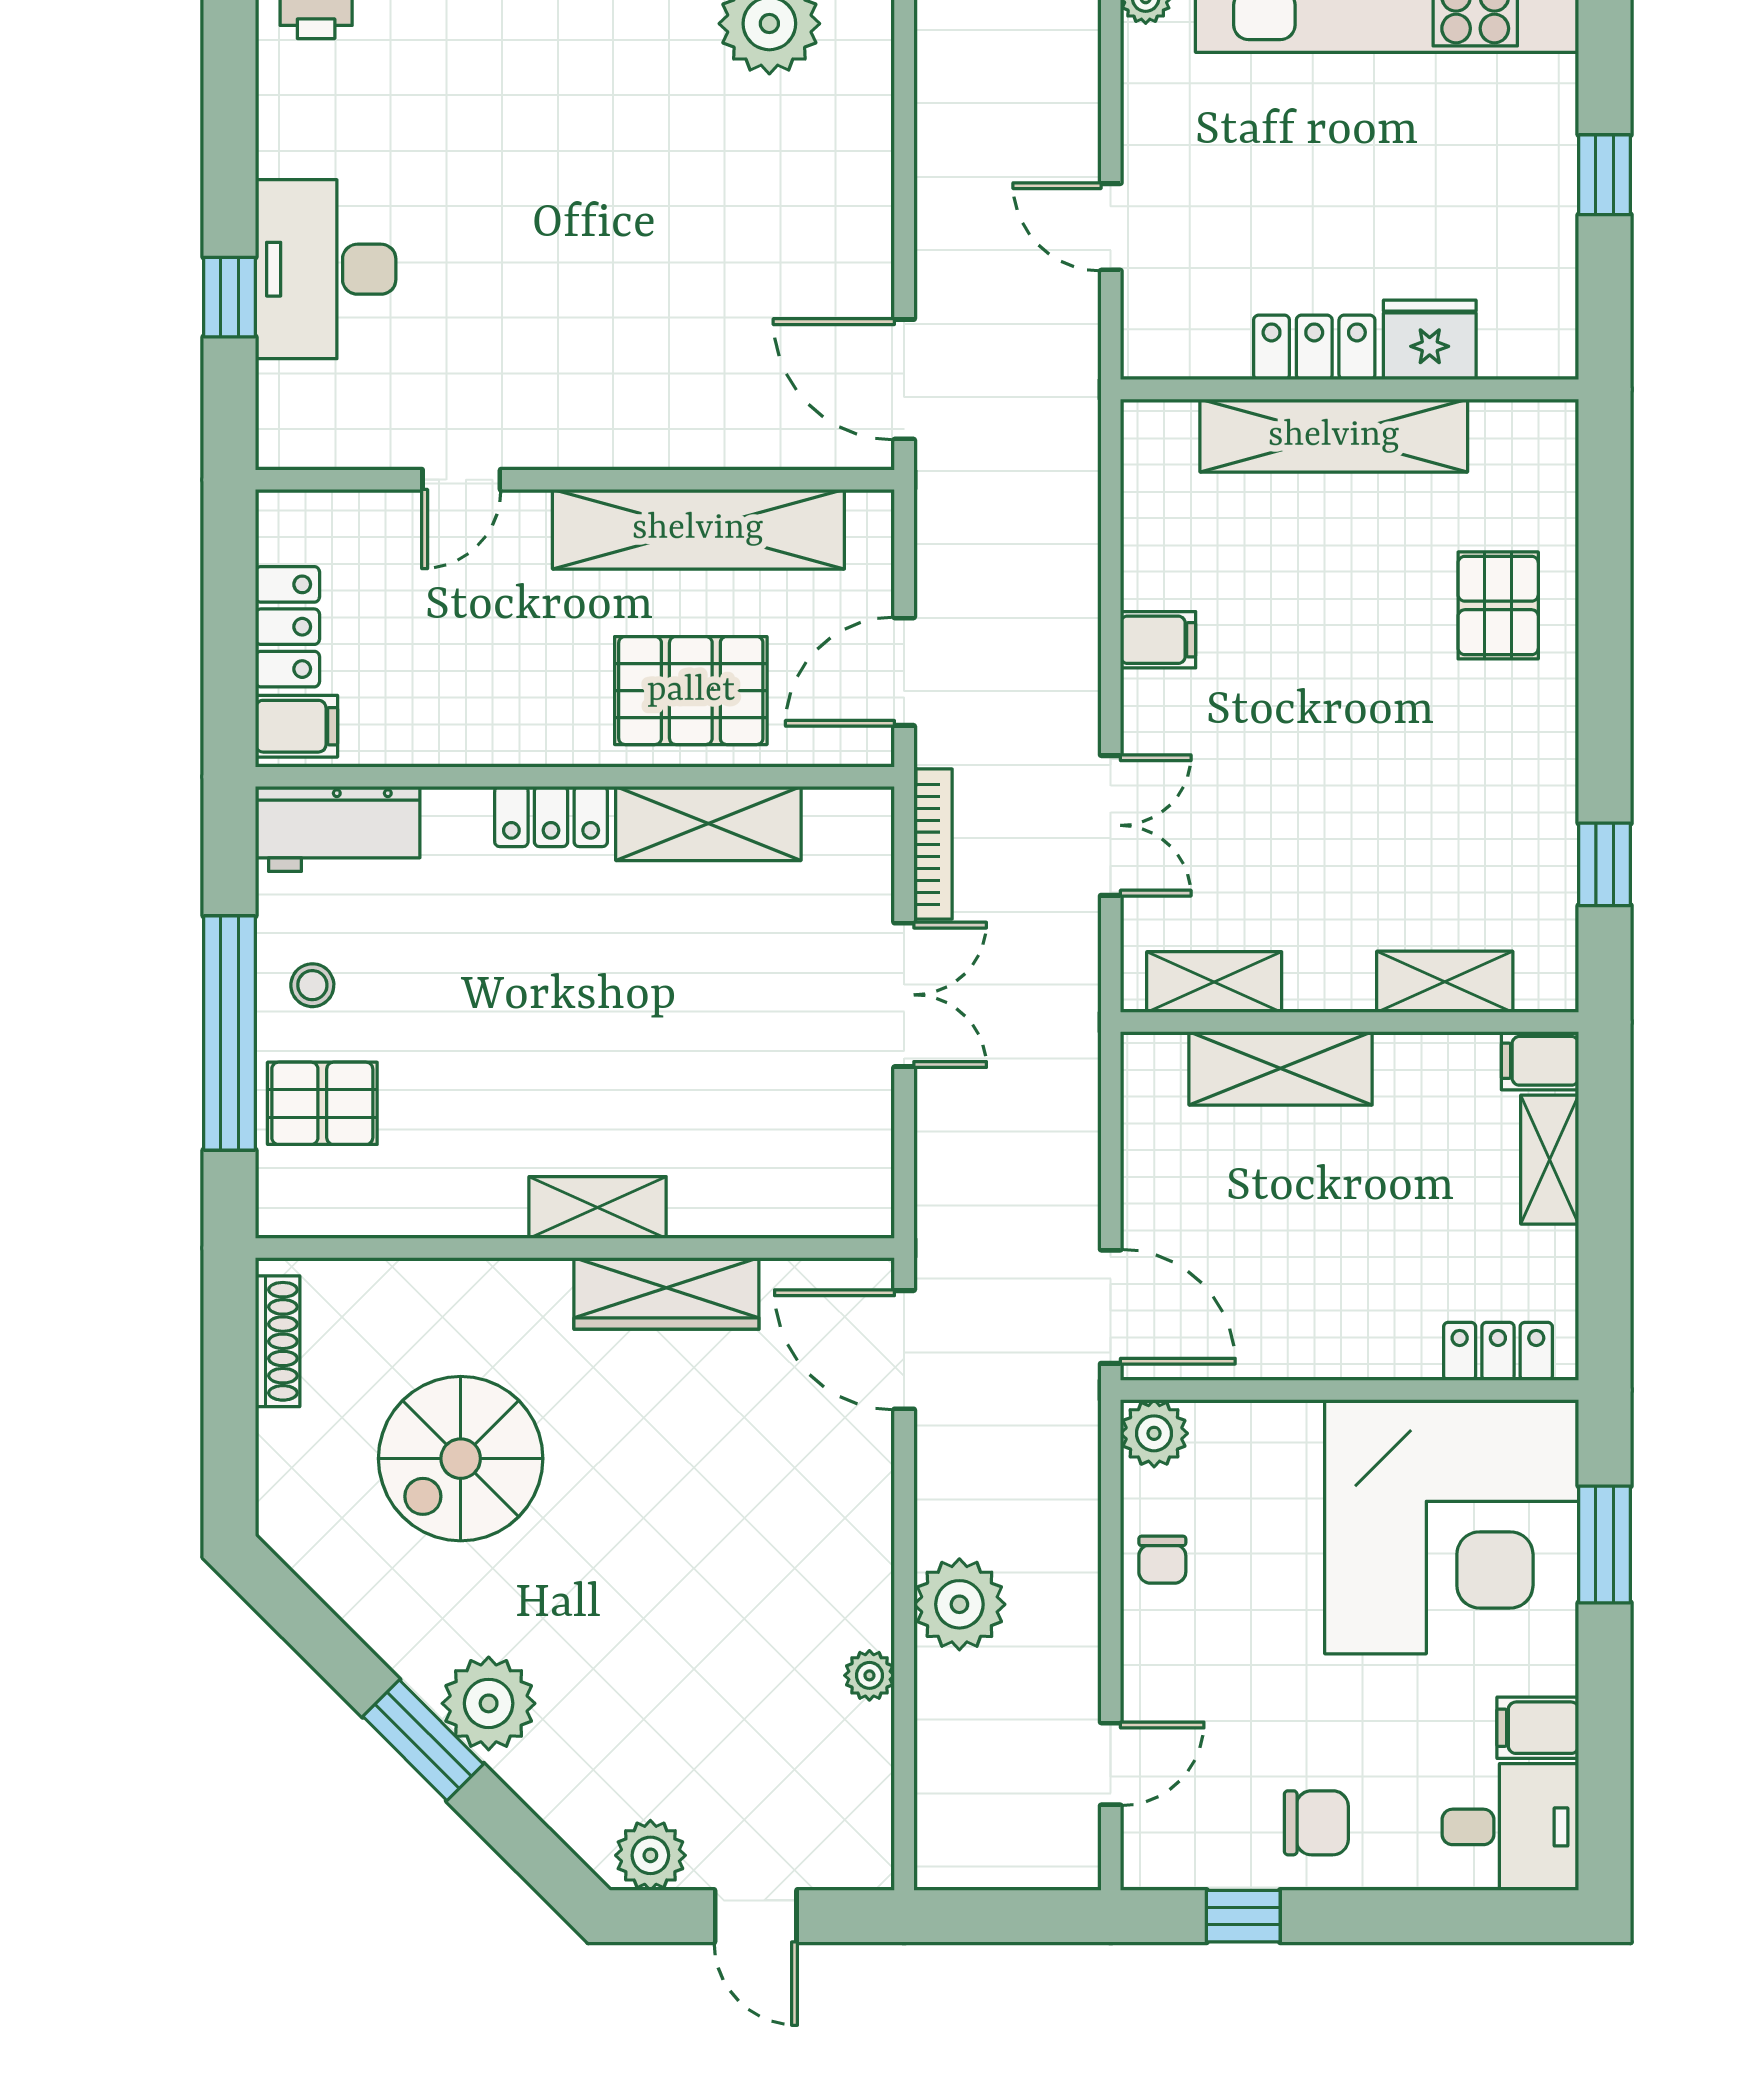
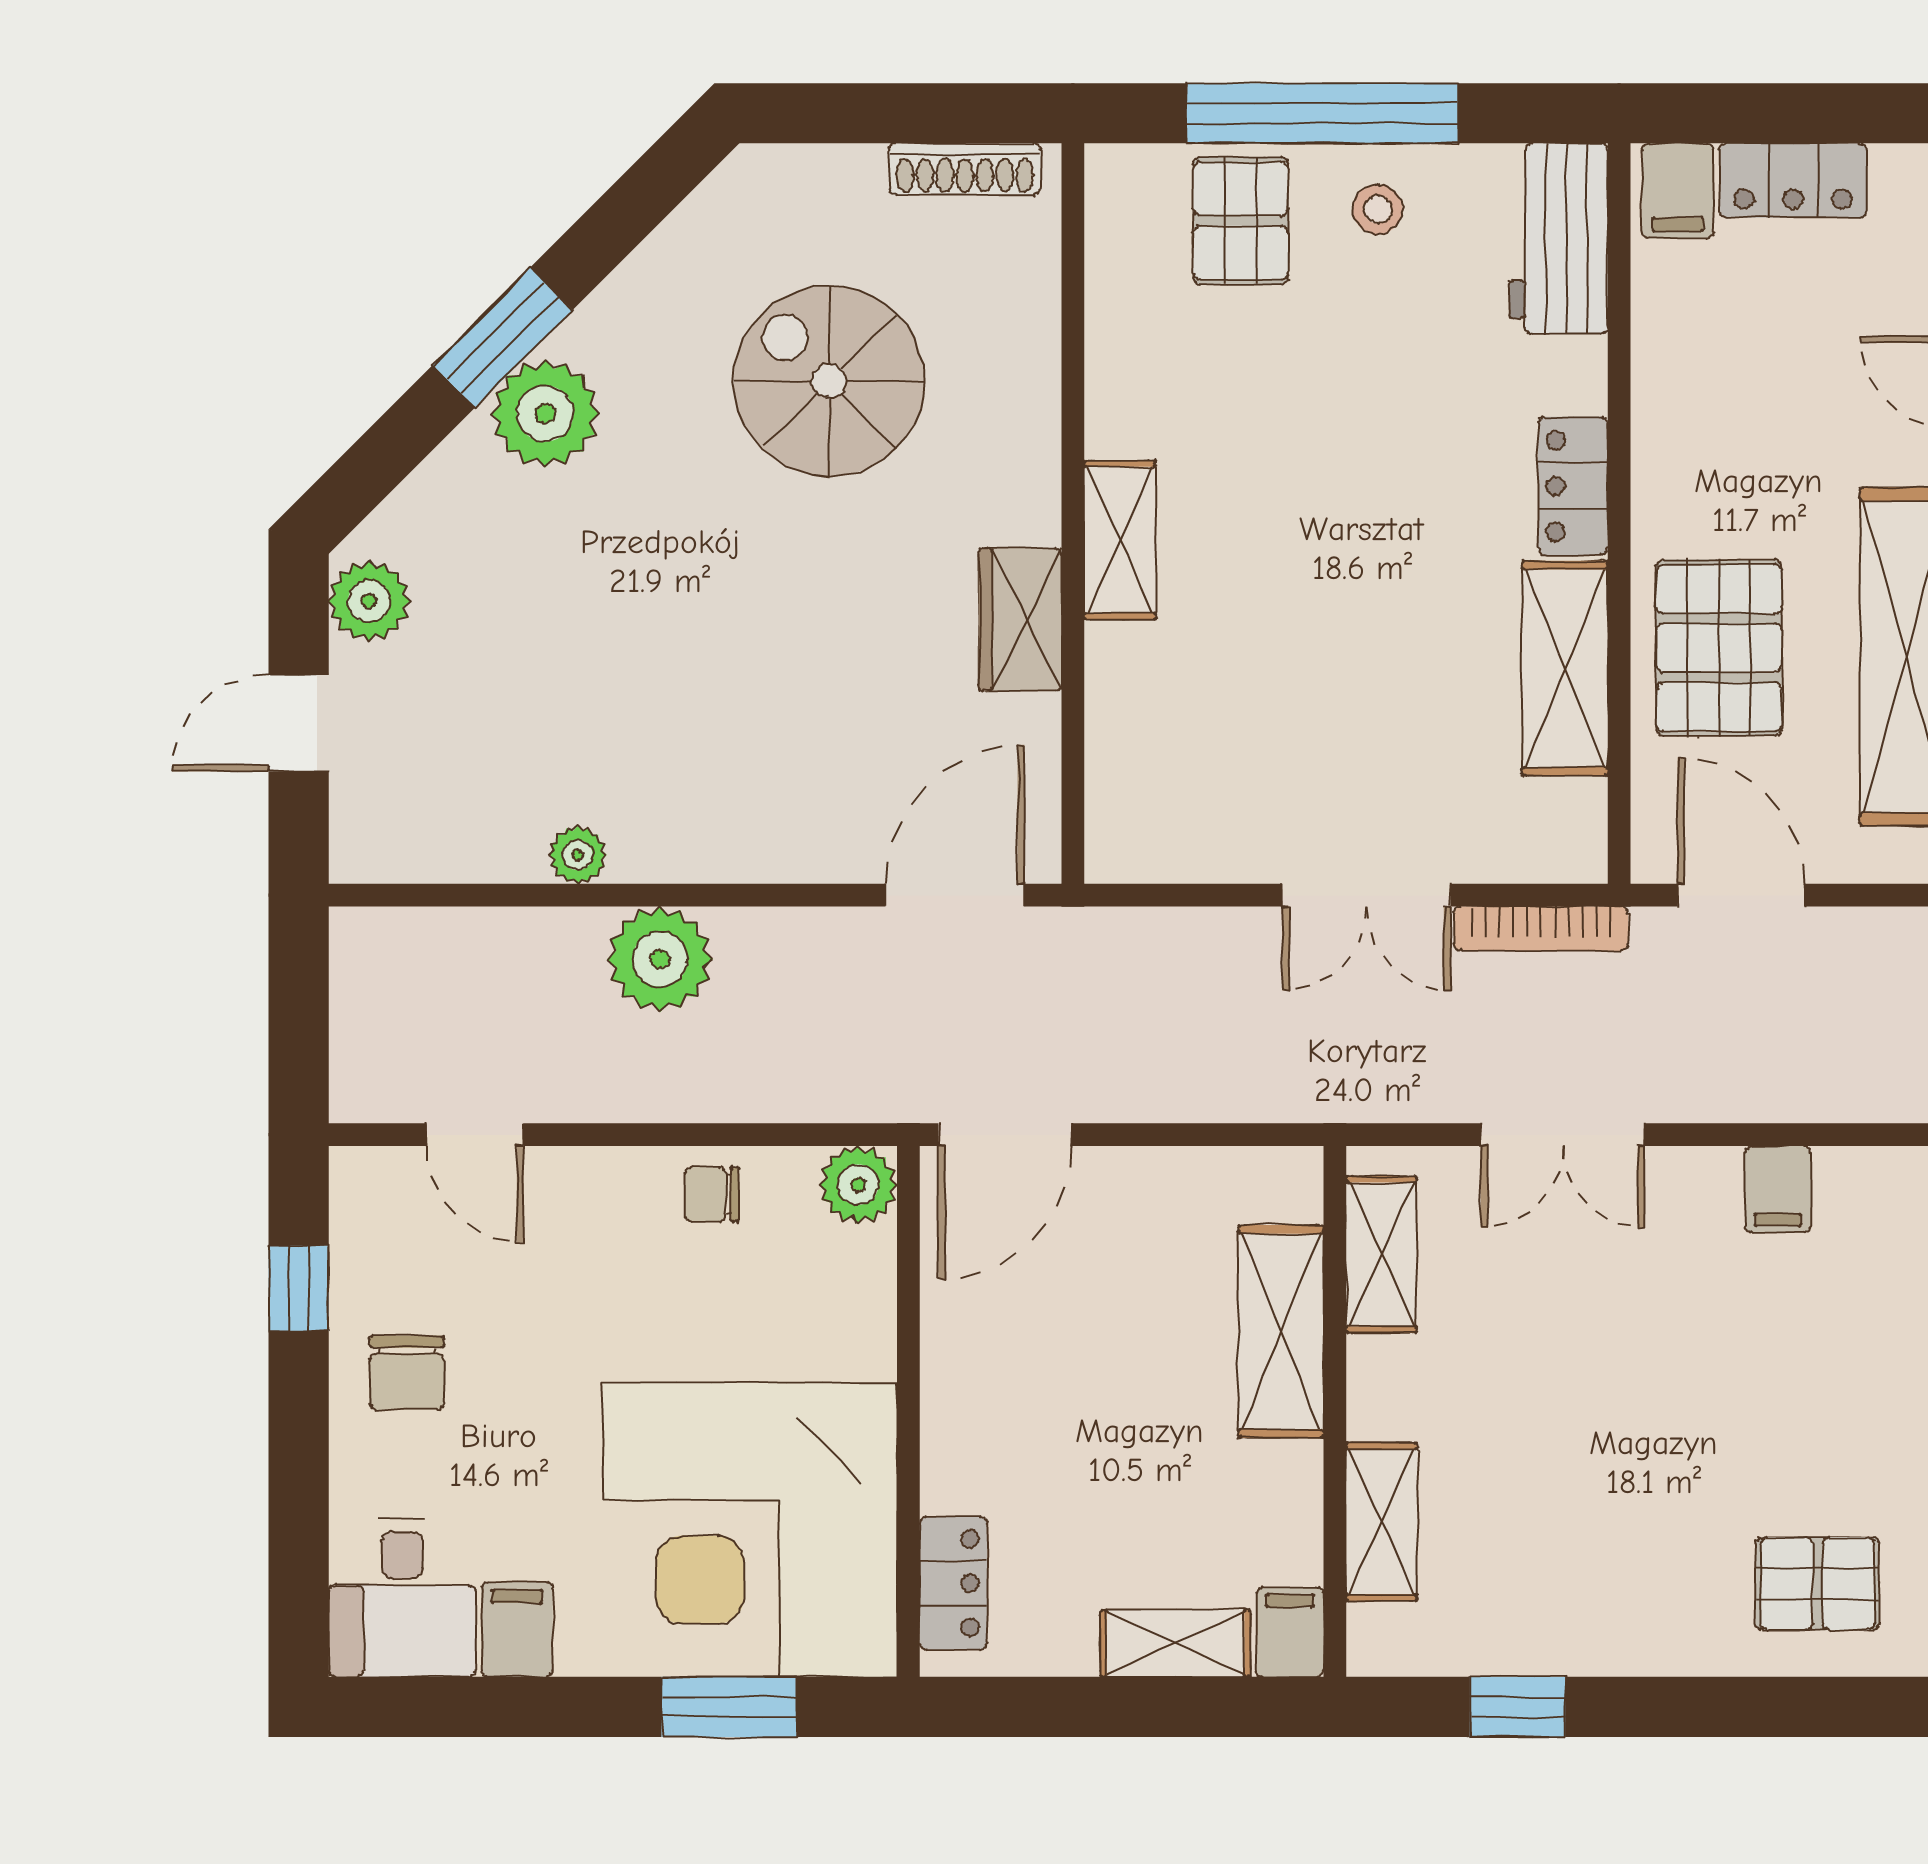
wardrobe: (666, 1293) -> (1020, 620), width x0.67

